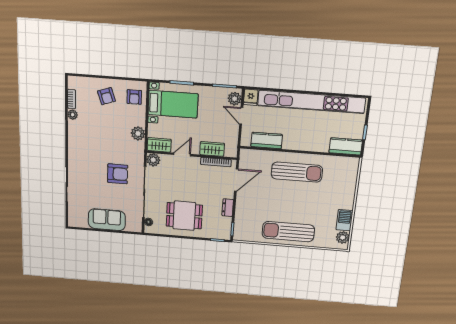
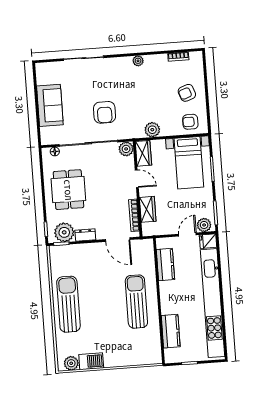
plant: (73, 115) -> (138, 61), moved
kitchen counter: (346, 146) -> (171, 331), moved
sun lounger: (297, 172) -> (136, 302), turned 180
plant: (222, 225) -> (64, 232), added

